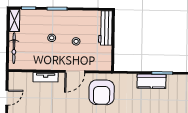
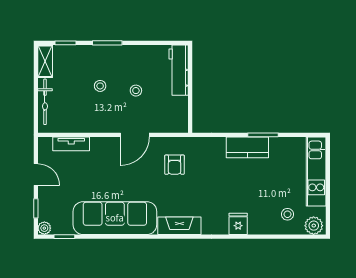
tv unit: (46, 77) -> (71, 144), moved
armchair: (102, 92) -> (175, 165), width x0.53, depth x0.53
door: (7, 98) -> (36, 175), hinge flipped

